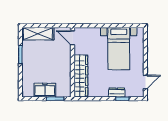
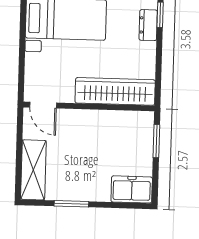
door: (72, 38) -> (43, 105), hinge flipped
freezer: (45, 90) -> (132, 189), moved, turned 90

